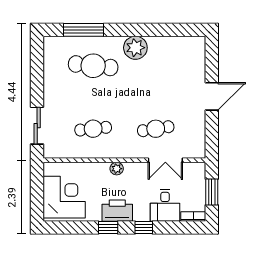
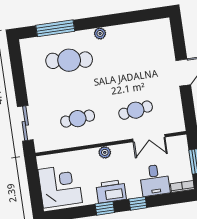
plant: (135, 48) -> (100, 33), width x0.53, depth x0.53

